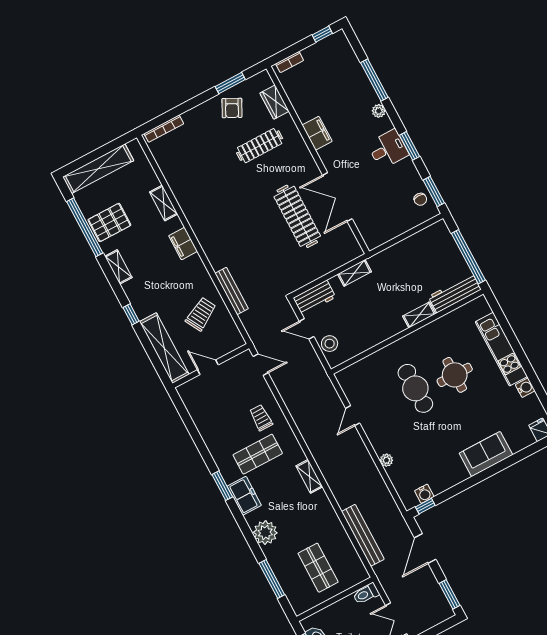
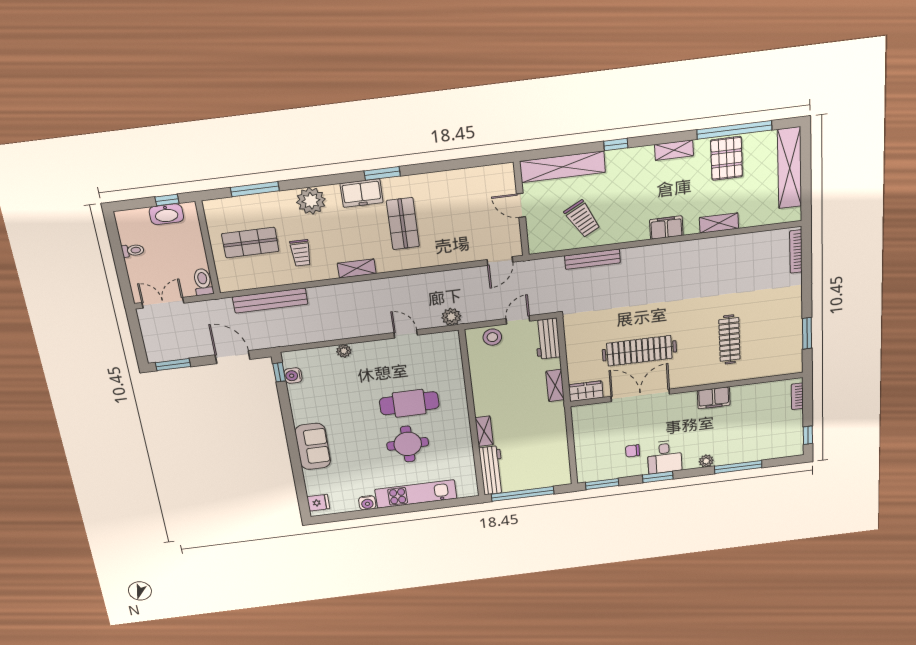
wardrobe: (274, 102) -> (586, 391), moved
armchair: (232, 108) -> (781, 326), removed
chair: (420, 199) -> (633, 451), moved
door: (208, 367) -> (521, 205), swing flipped
plant: (324, 384) -> (451, 317), added
trolley: (261, 418) -> (301, 253), moved, turned 90

